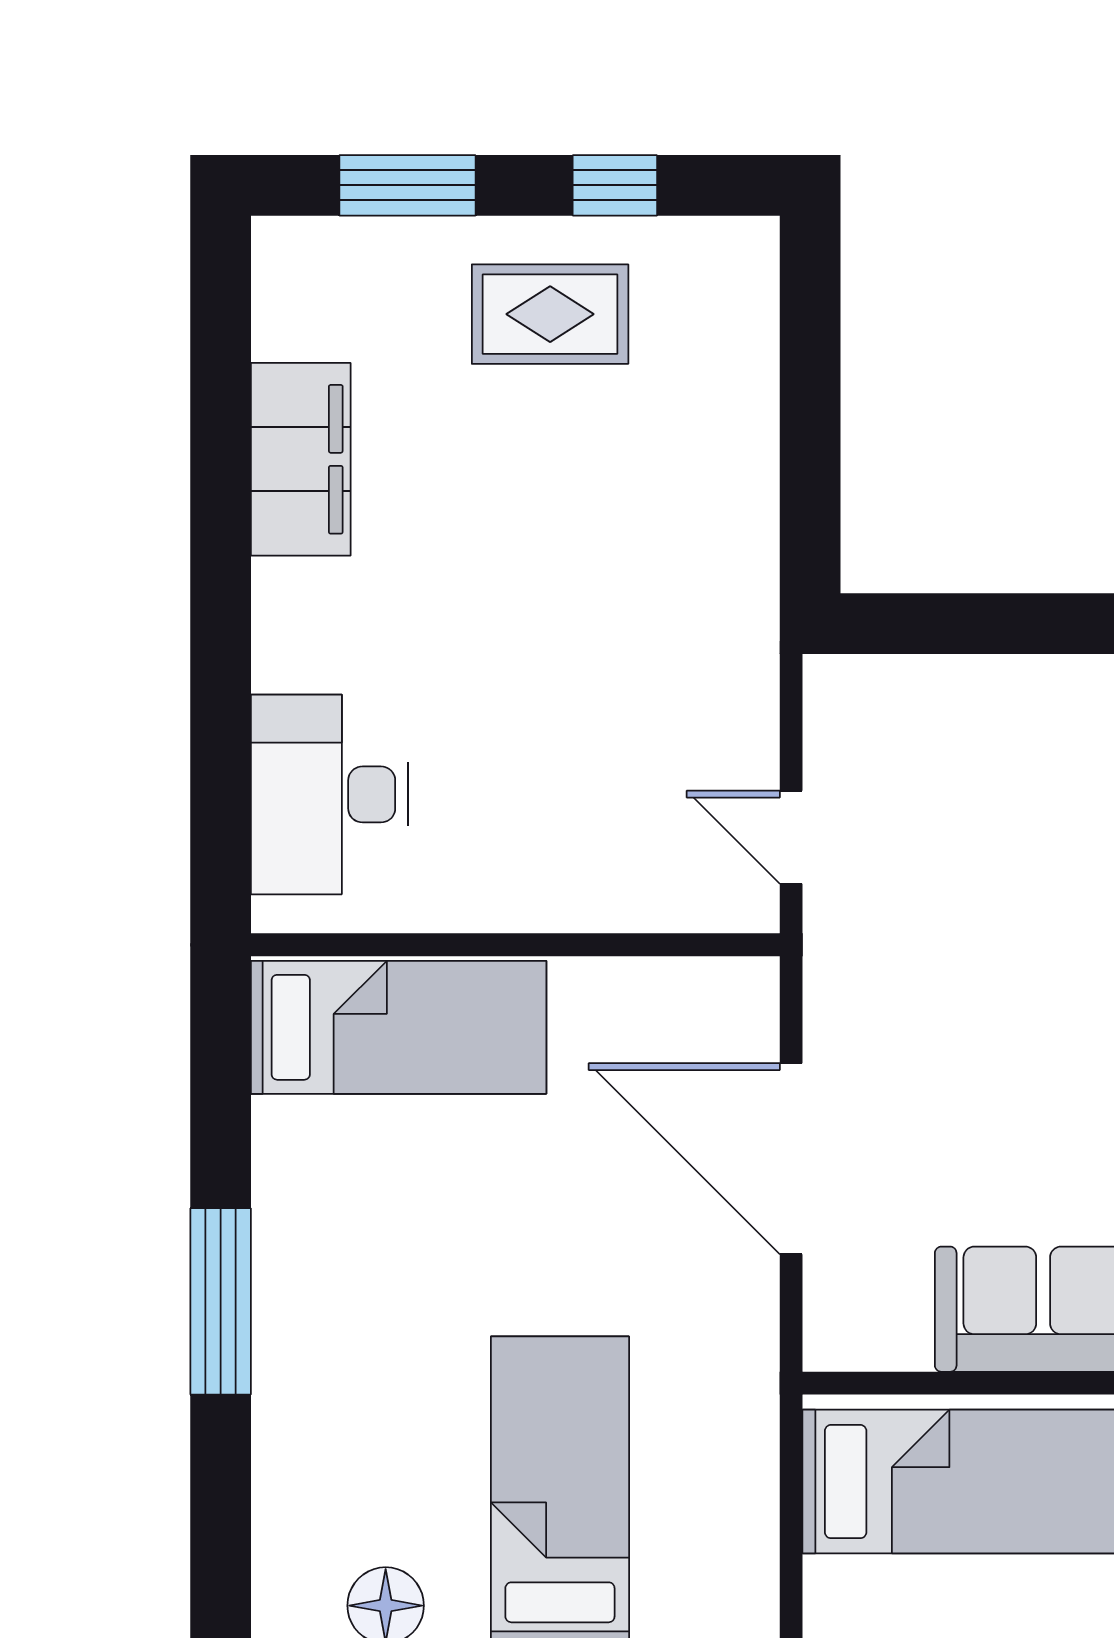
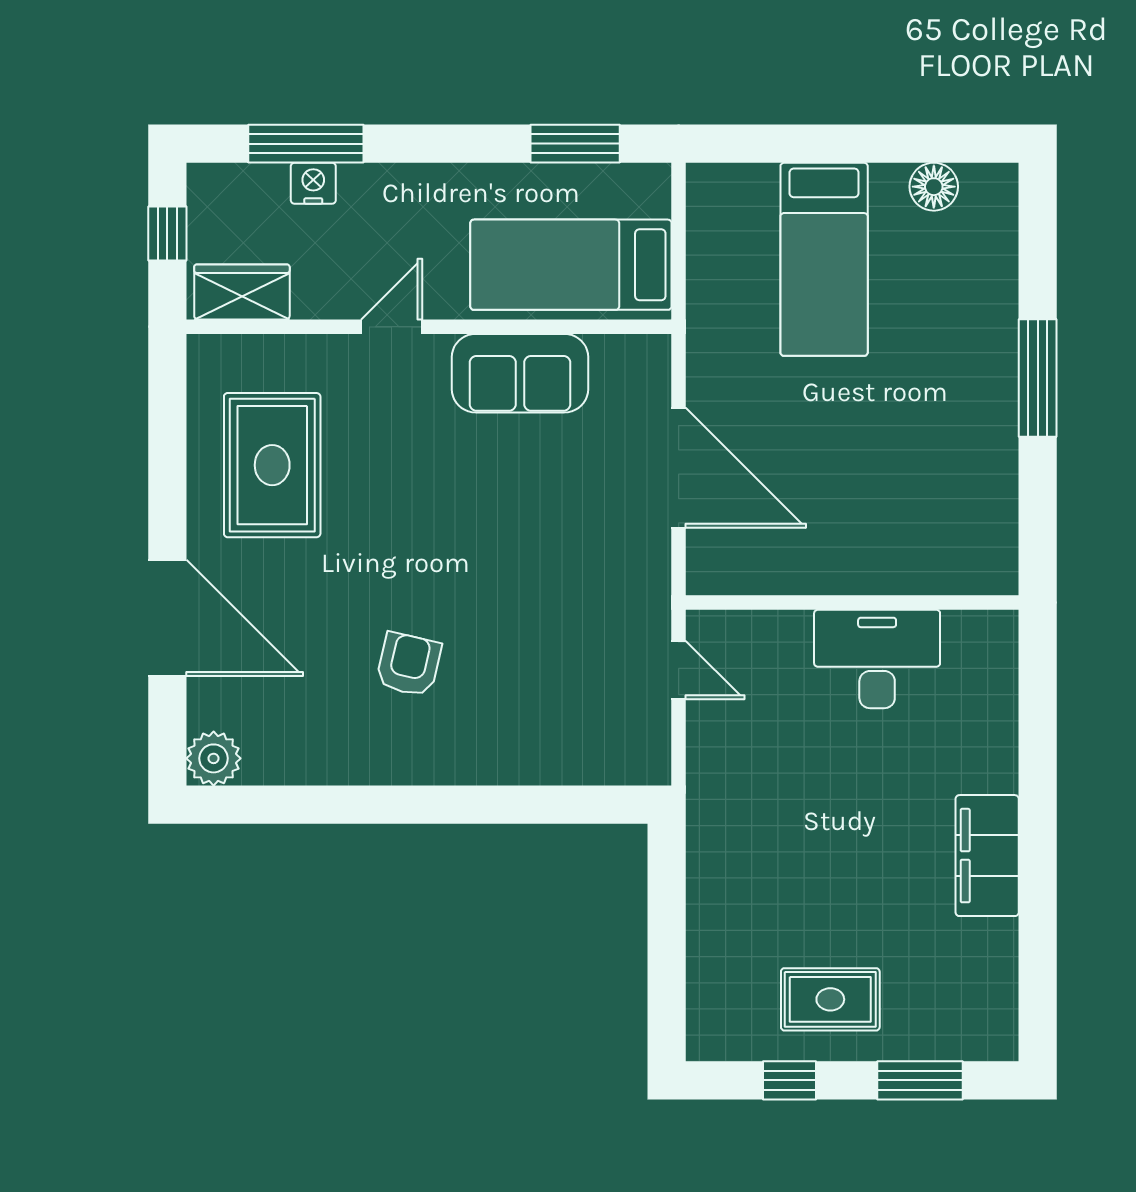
filing cabinet: (301, 459) -> (987, 856), moved
desk: (329, 794) -> (877, 659), moved, turned -90
bed: (399, 1027) -> (926, 551), removed

